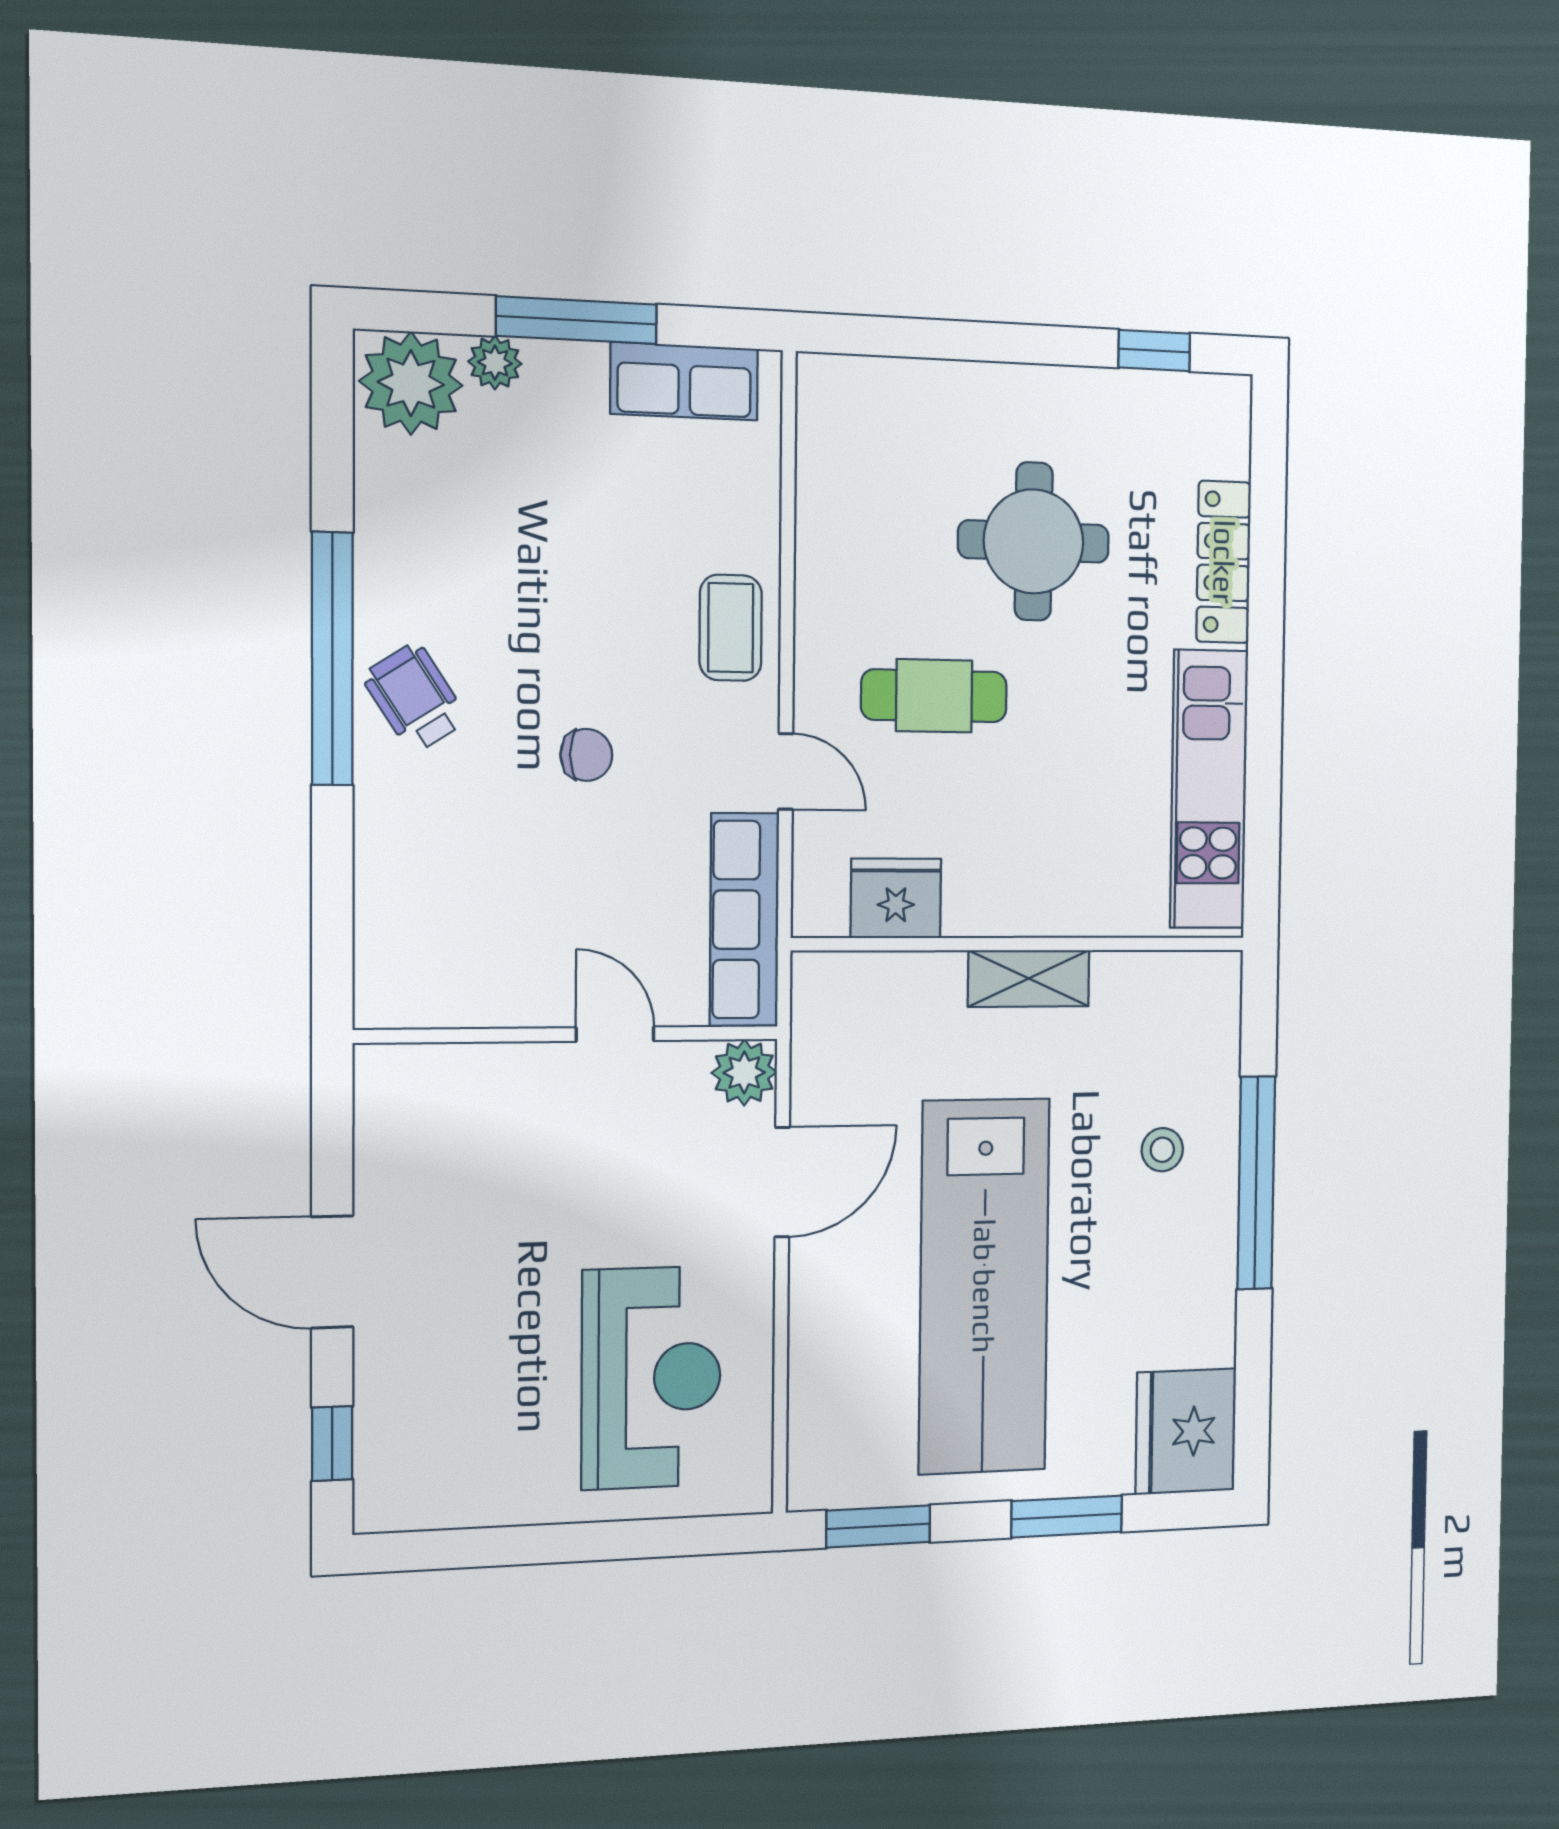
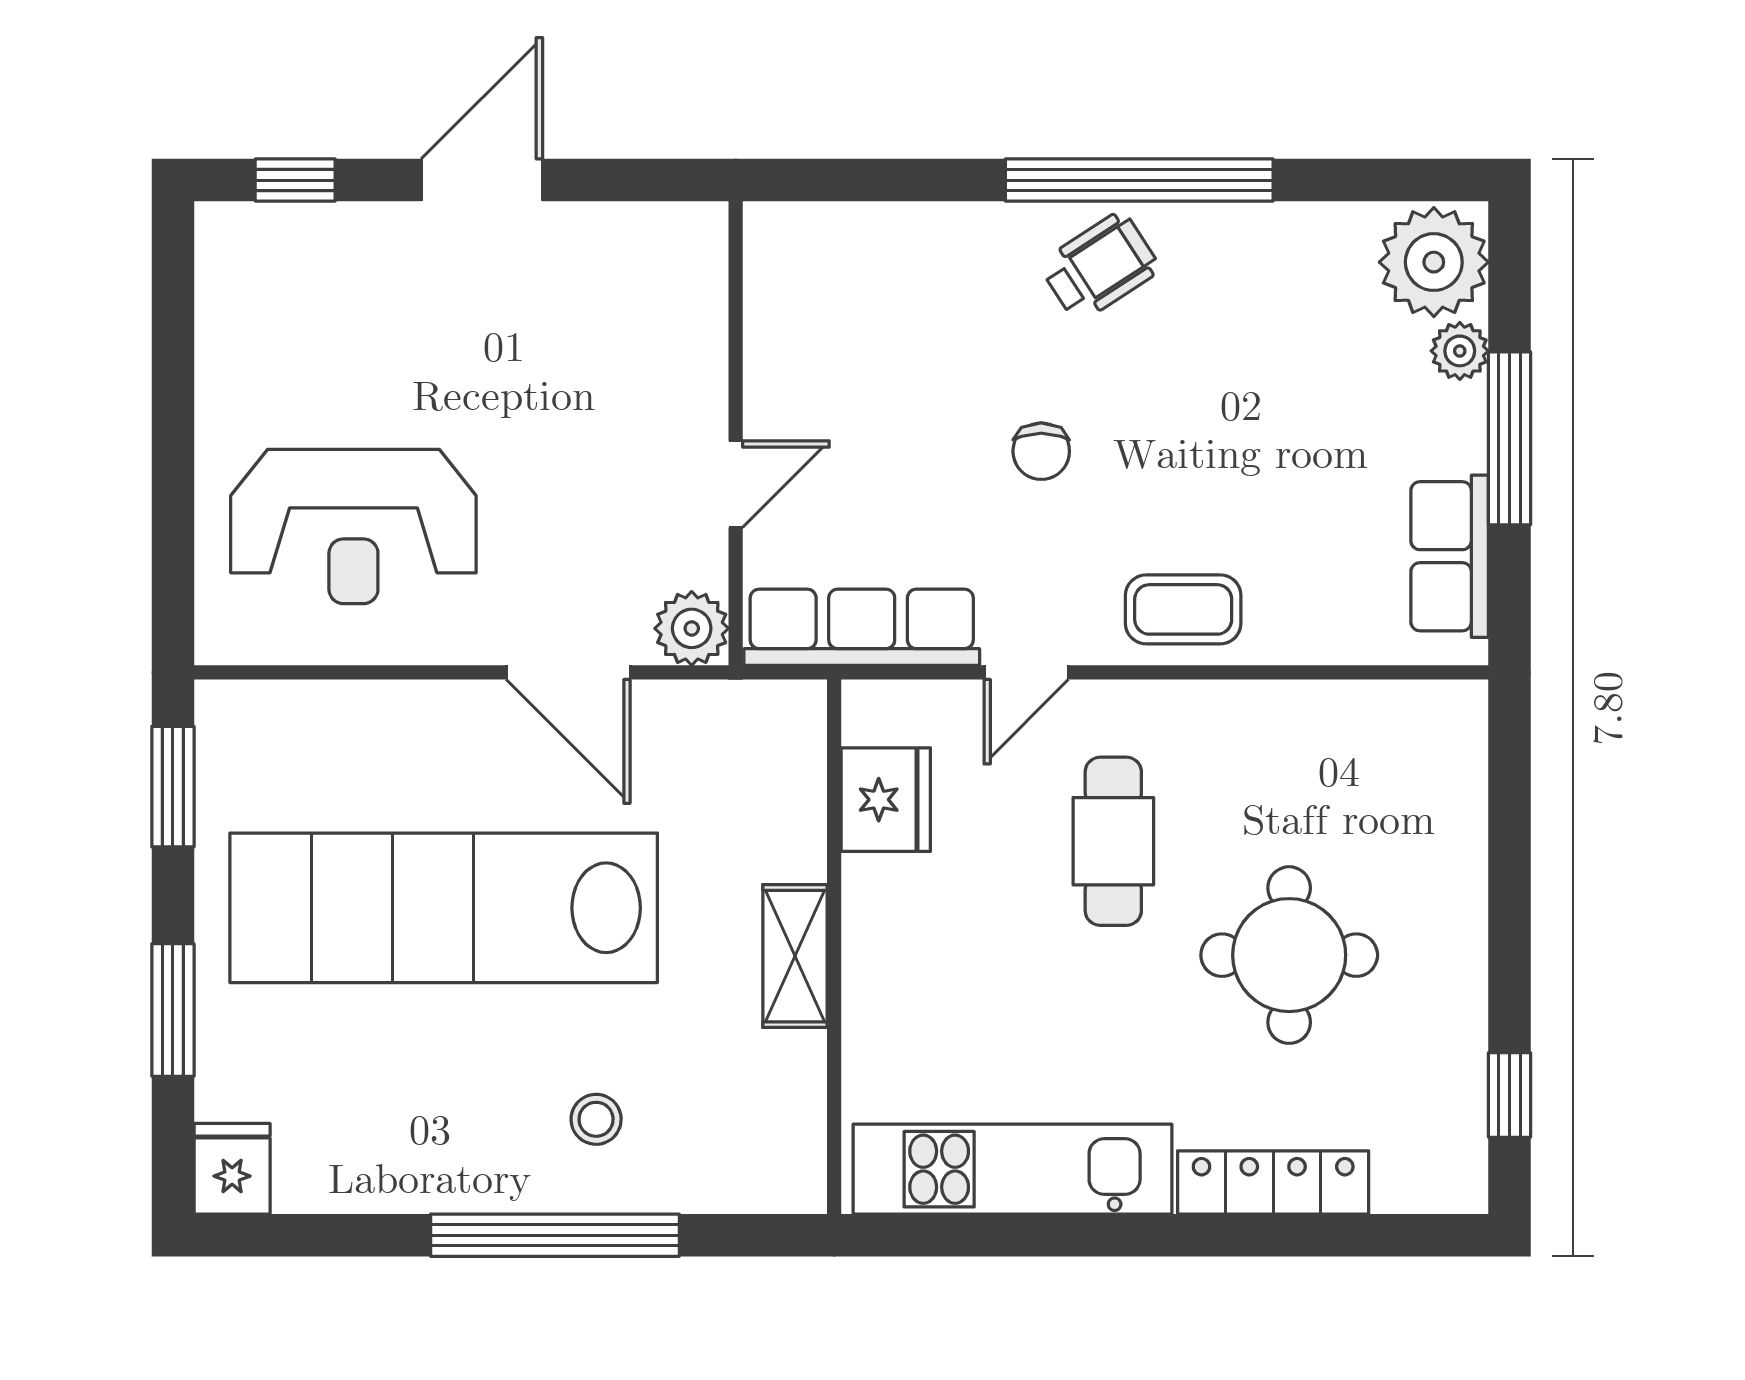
fridge: (1186, 1431) -> (232, 1169), width x0.53, depth x0.75

